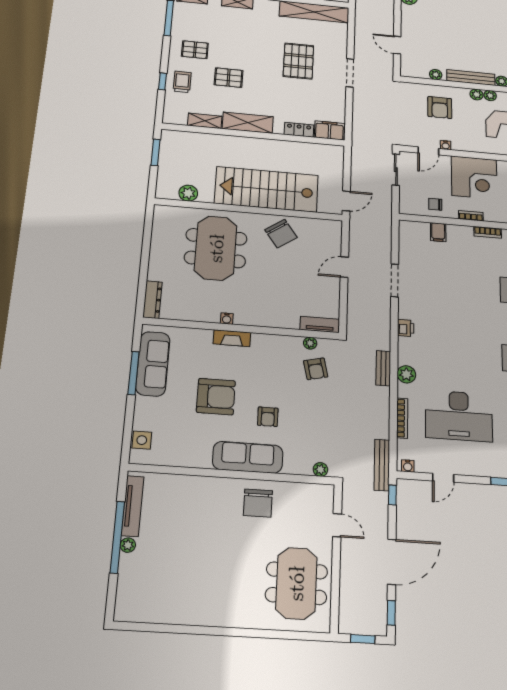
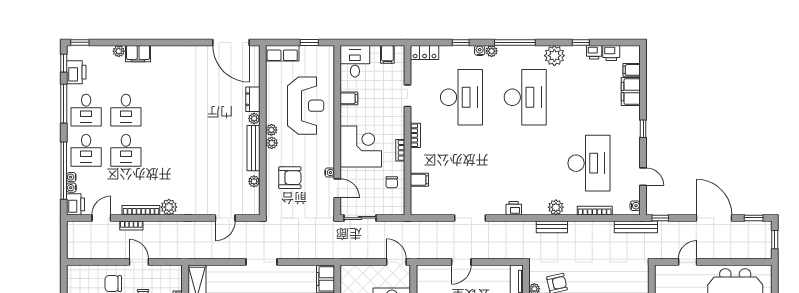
door: (344, 267) -> (461, 262), hinge flipped
plant: (320, 470) -> (643, 277), removed

